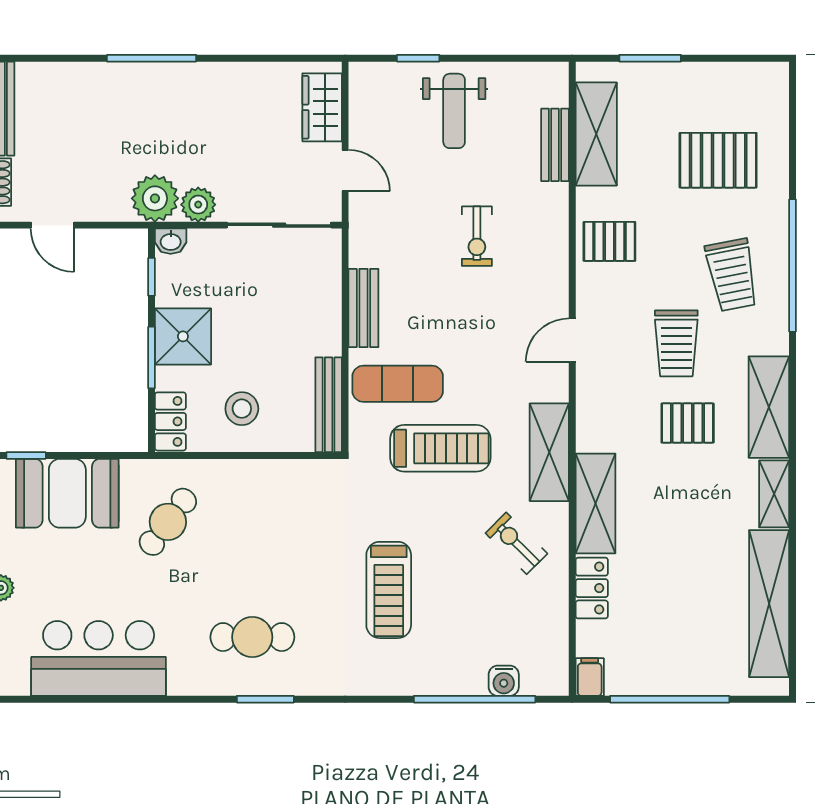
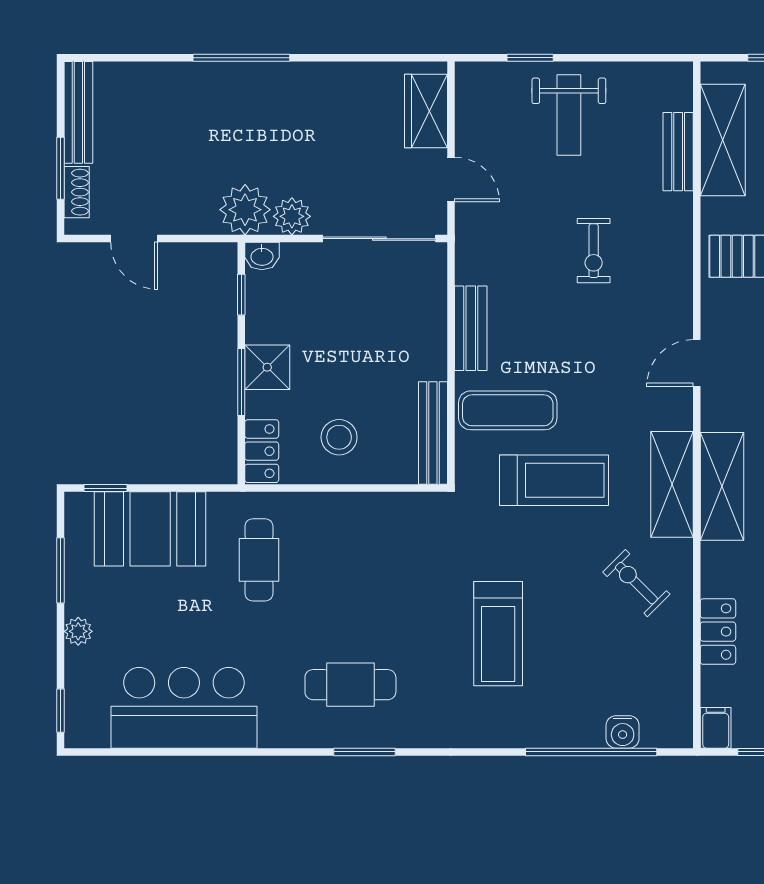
shower: (183, 336) -> (267, 367), width x0.73, depth x0.73
shelving: (595, 503) -> (722, 486), moved
cafe table: (168, 522) -> (259, 560), turned -37

